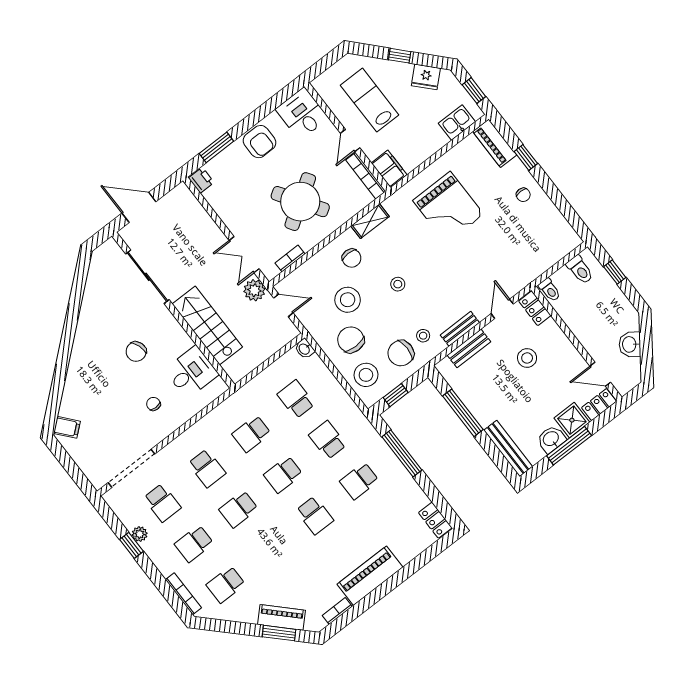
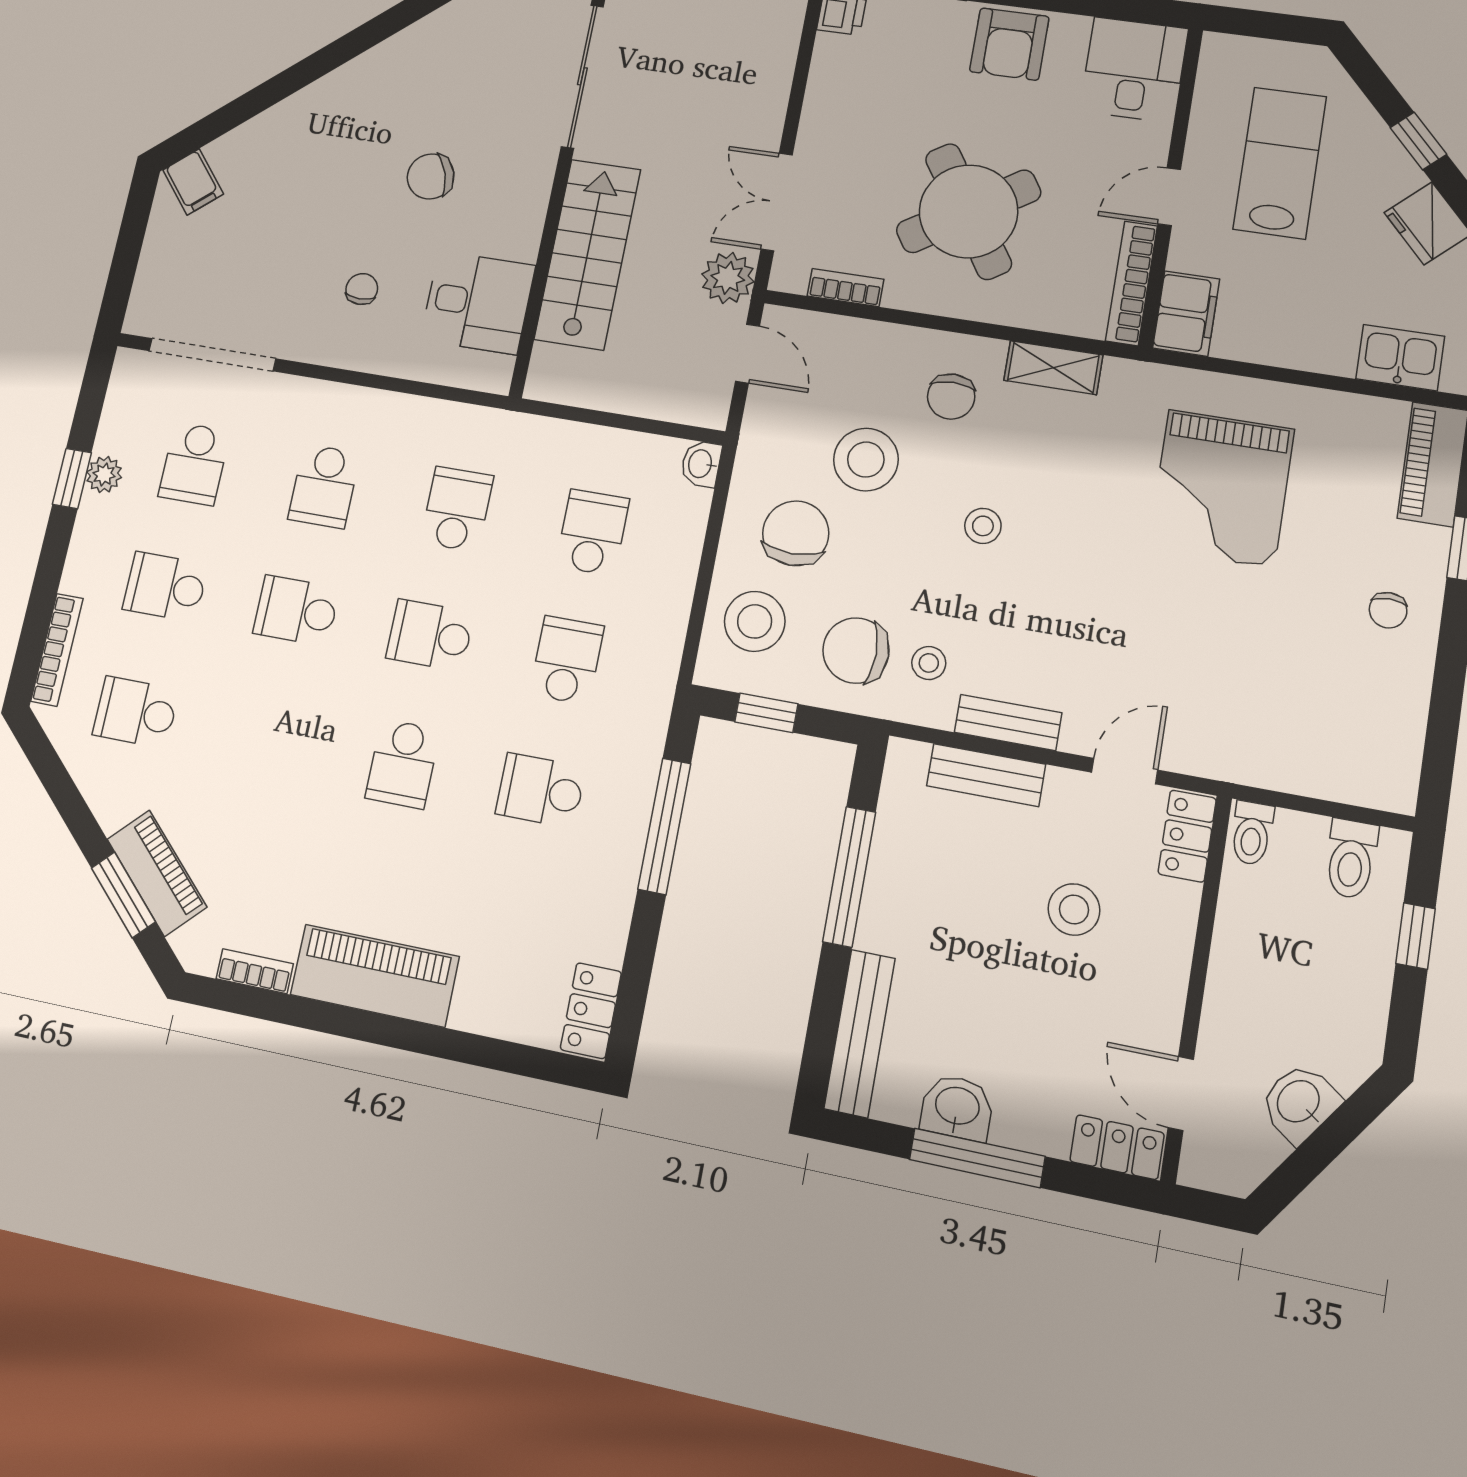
shower: (572, 420) -> (1034, 1117), removed
school desk: (251, 434) -> (457, 509), turned 90

